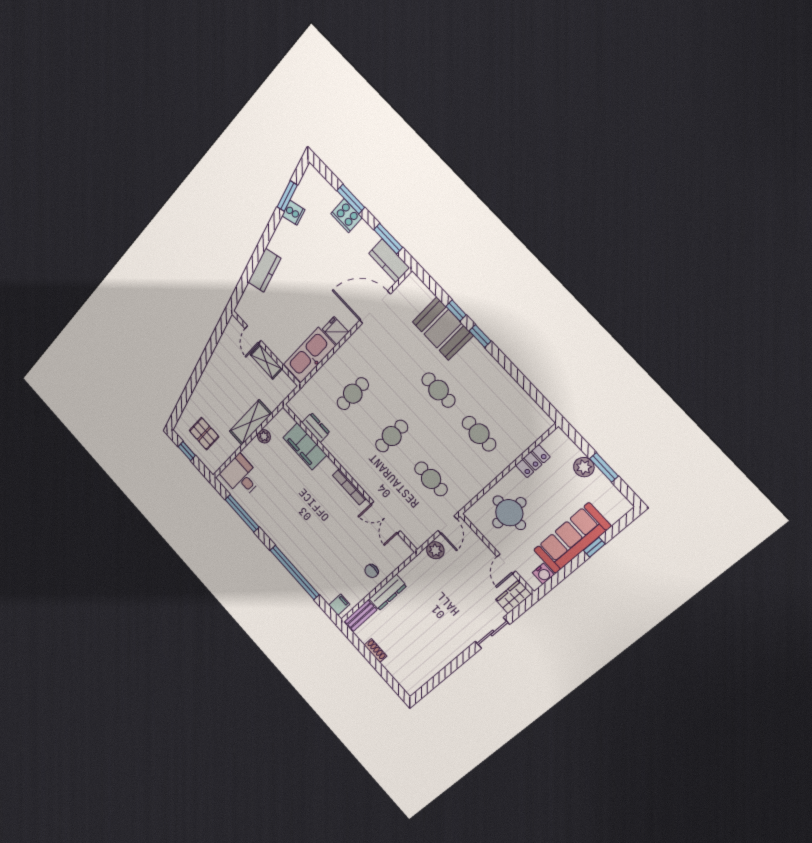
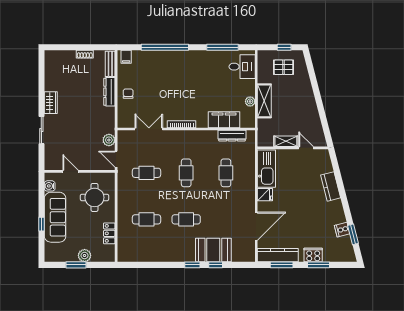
kitchen counter: (389, 261) -> (278, 255), width x1.50
dresser: (316, 428) -> (232, 136), width x1.44
wardrobe: (513, 597) -> (51, 103), moved

